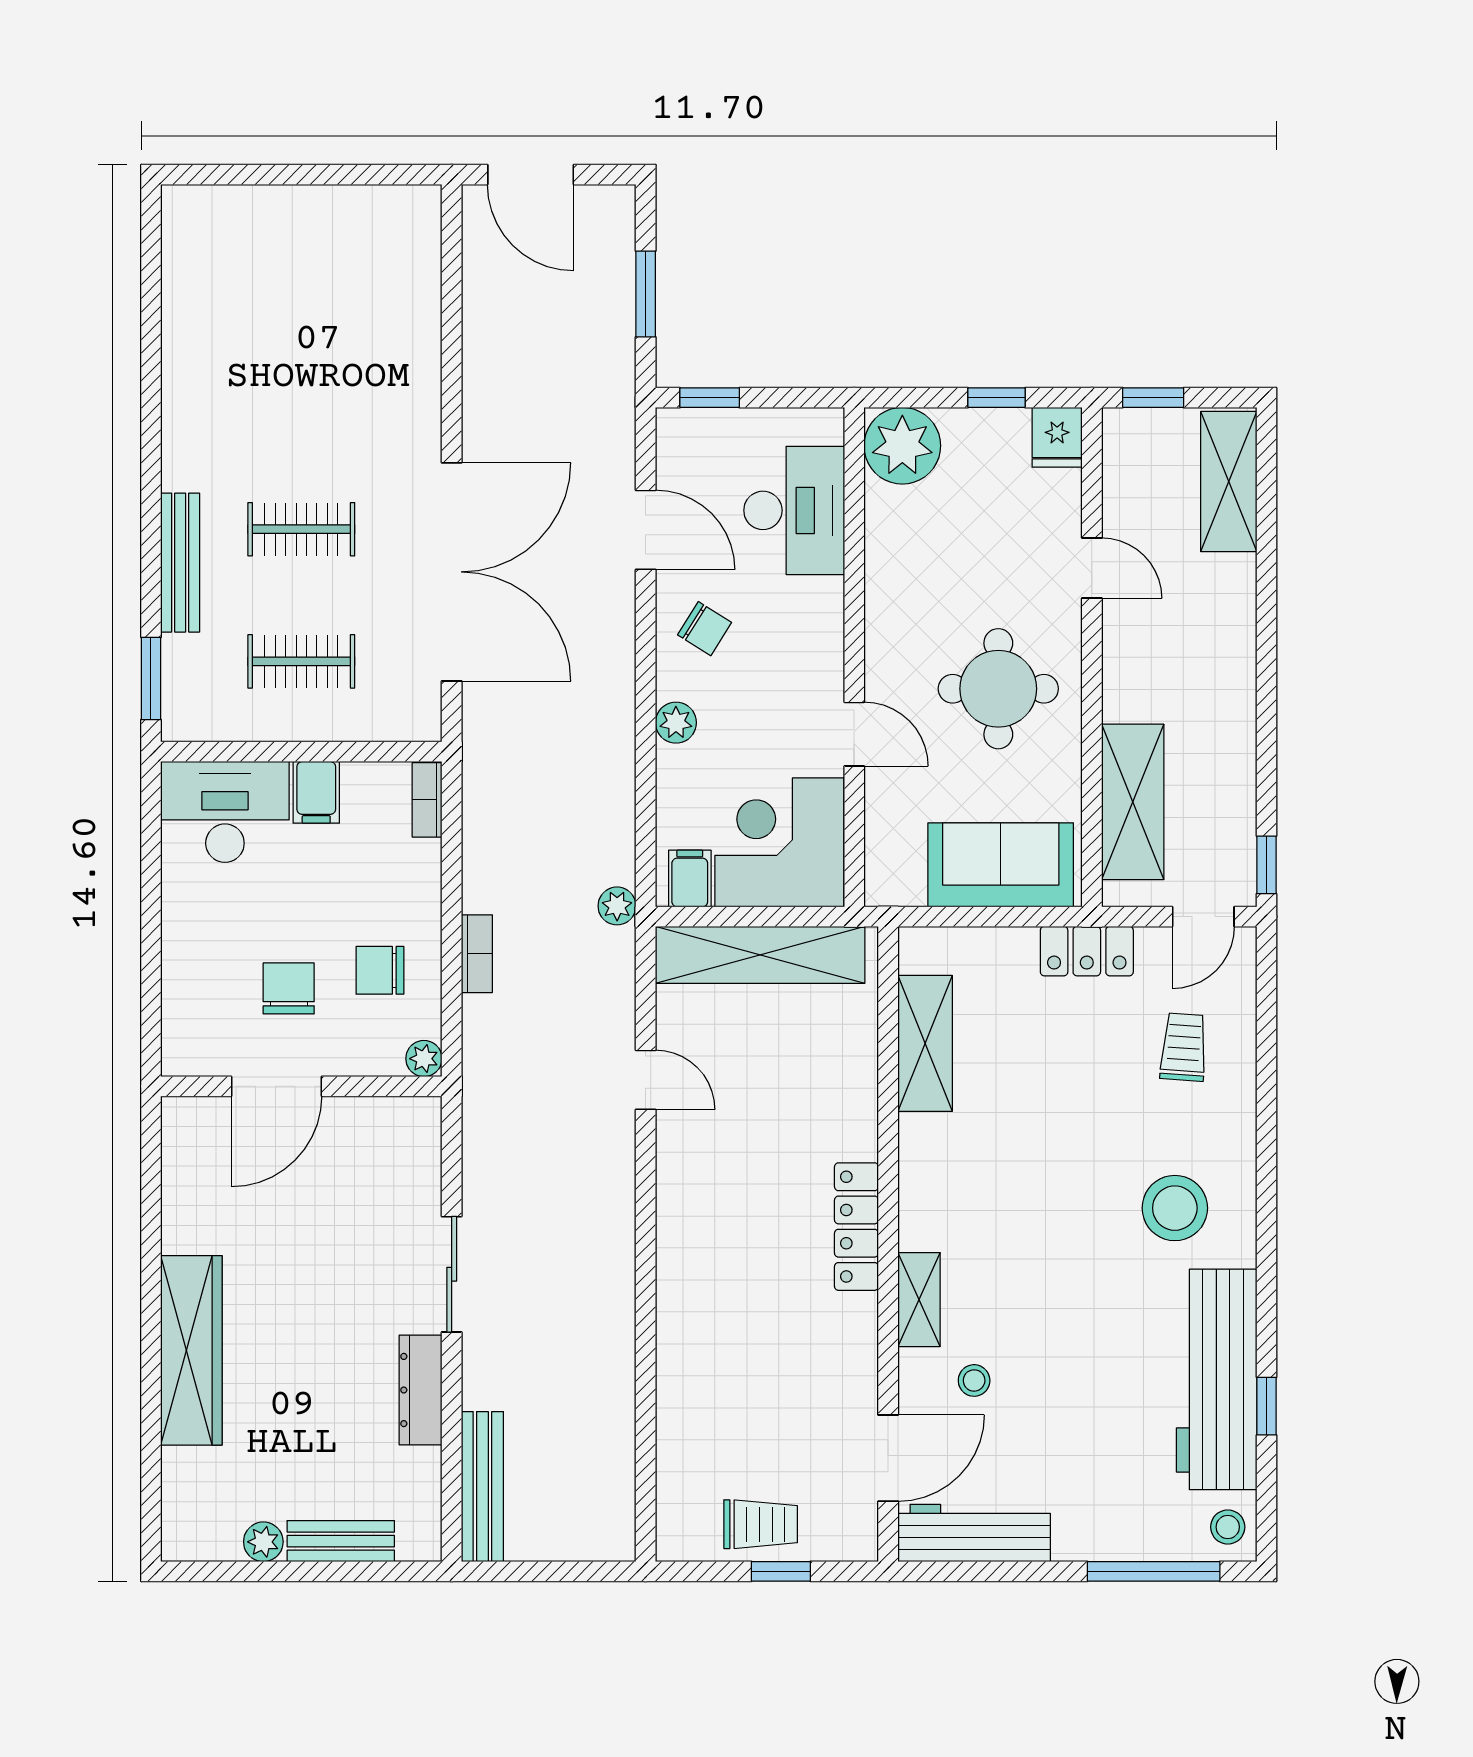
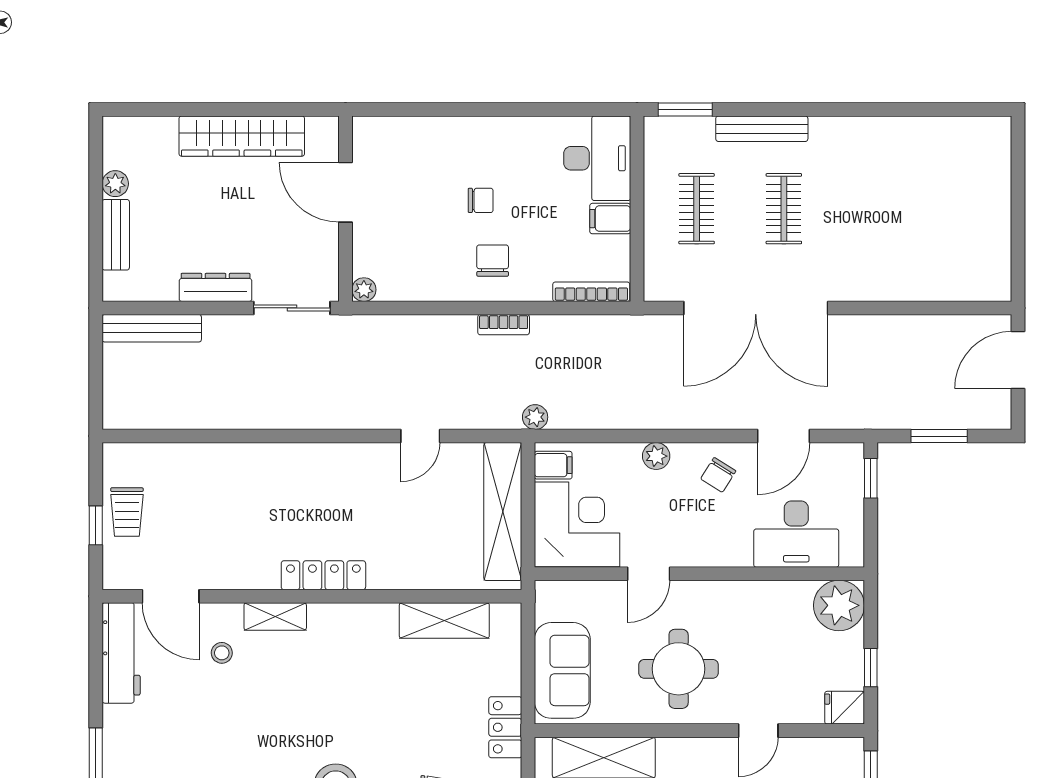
bookcase: (427, 800) -> (591, 292), width x1.56
chair: (289, 988) -> (481, 200), width x0.73, depth x0.73
plant: (424, 1059) -> (364, 290), moved
door: (276, 1086) -> (346, 192), moved
wall: (301, 1086) -> (346, 209), moved

